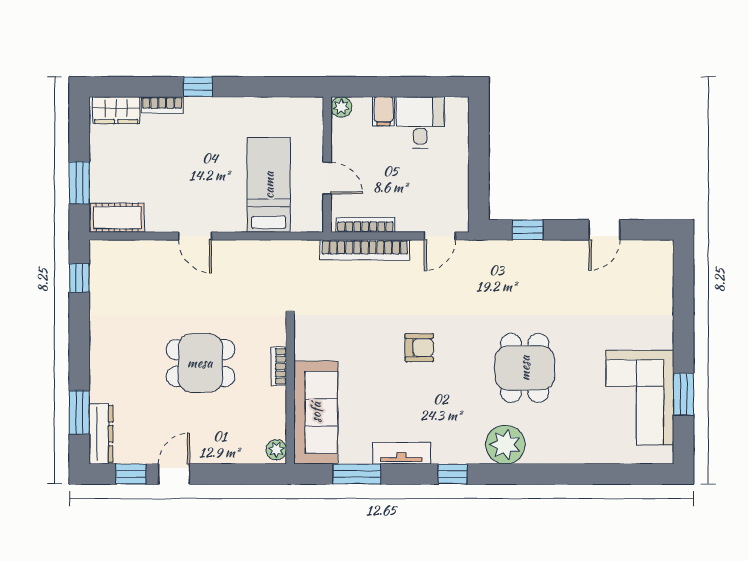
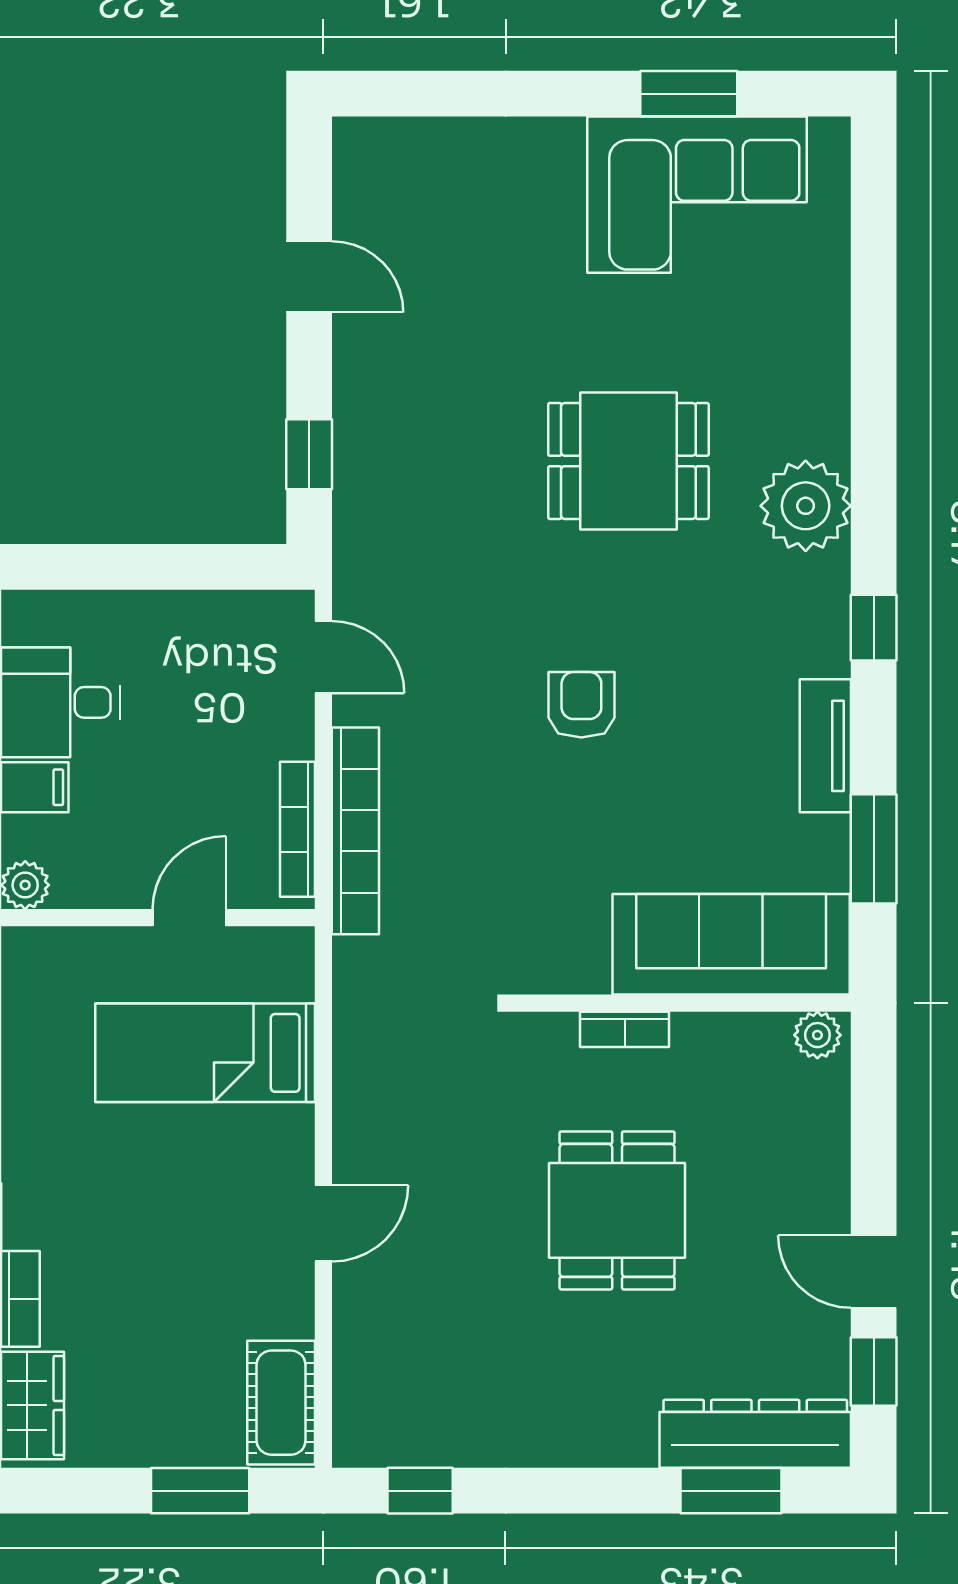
dresser: (101, 434) -> (755, 1434), width x1.37, depth x1.24

